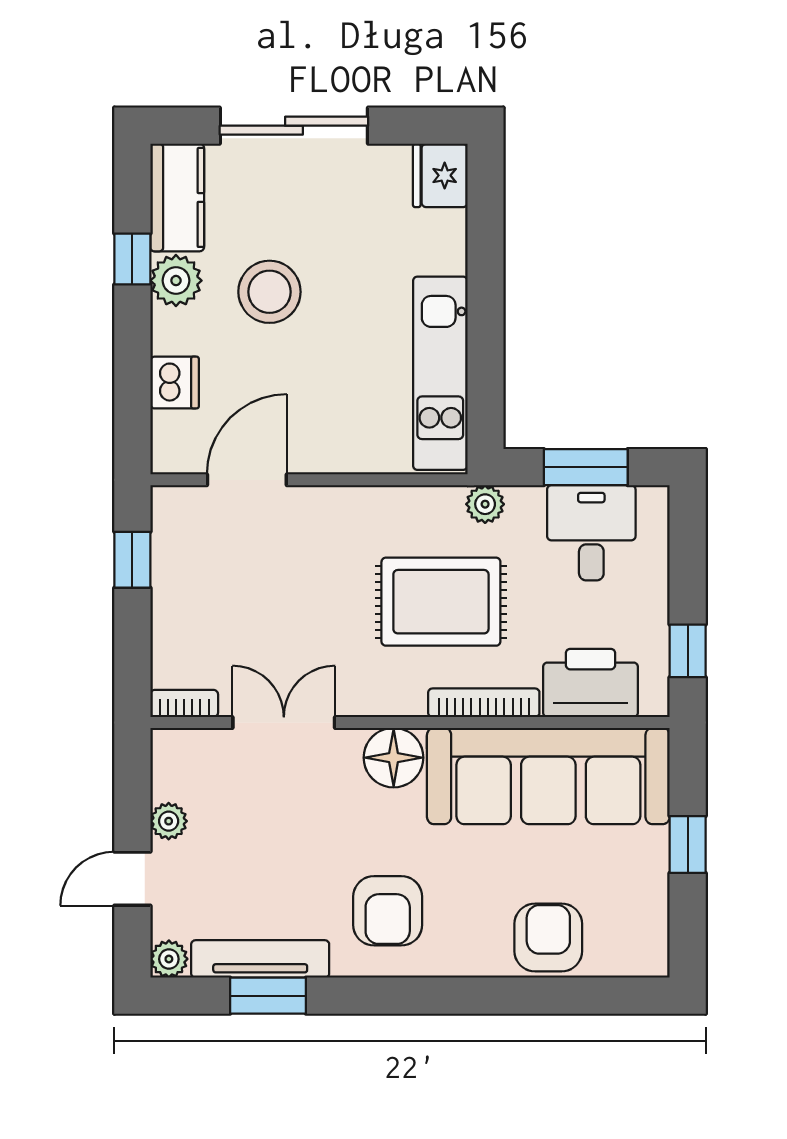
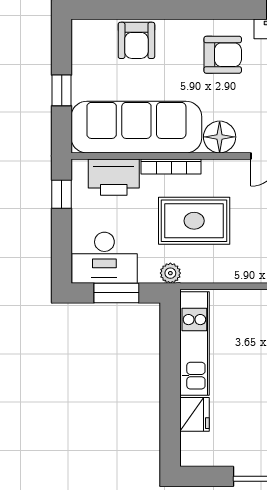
fridge: (440, 175) -> (194, 414), moved
desk: (591, 533) -> (104, 258), width x1.37
armchair: (388, 911) -> (223, 55), turned 90

